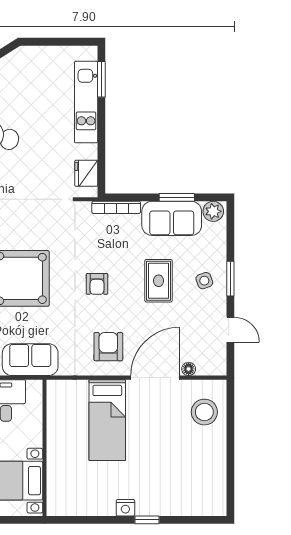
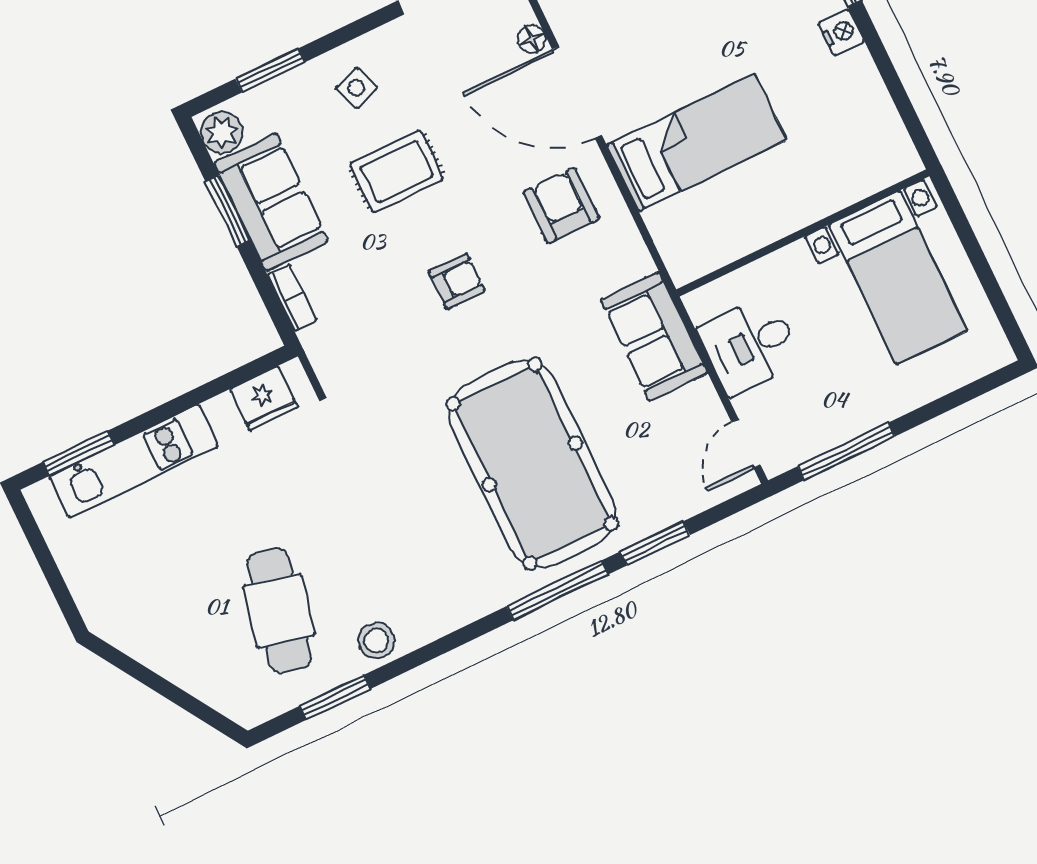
bookcase: (116, 207) -> (292, 297), width x0.64
window: (230, 279) -> (270, 70), moved
armchair: (108, 347) -> (561, 205), turned 90

